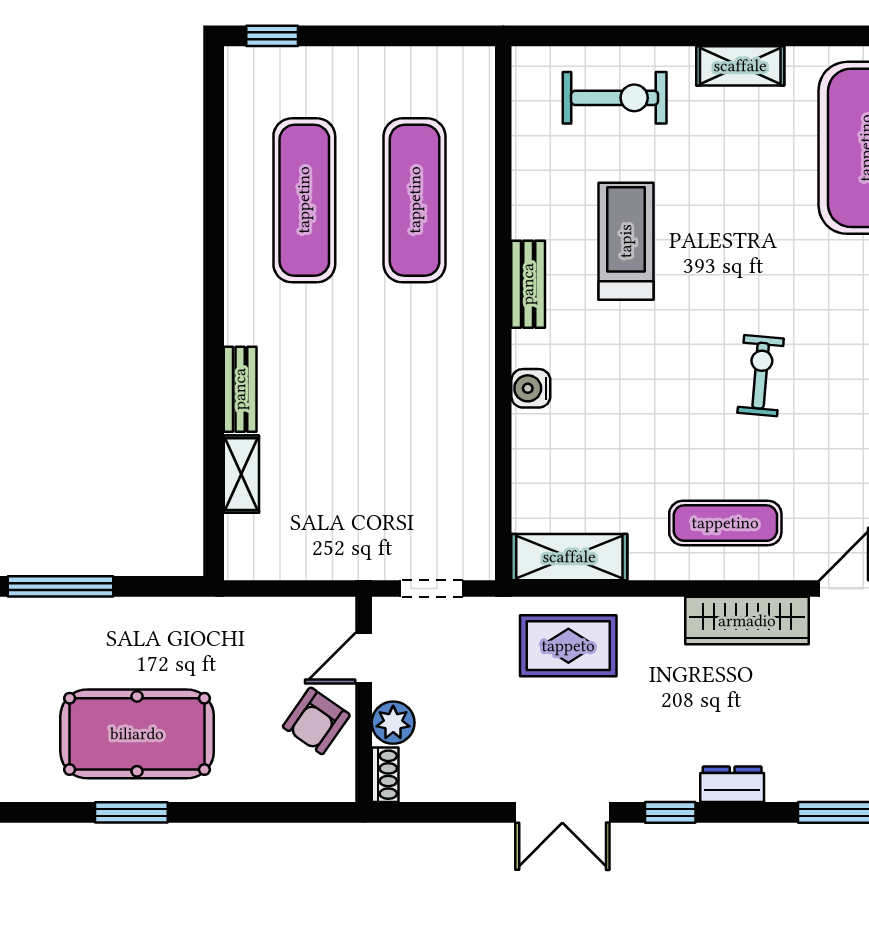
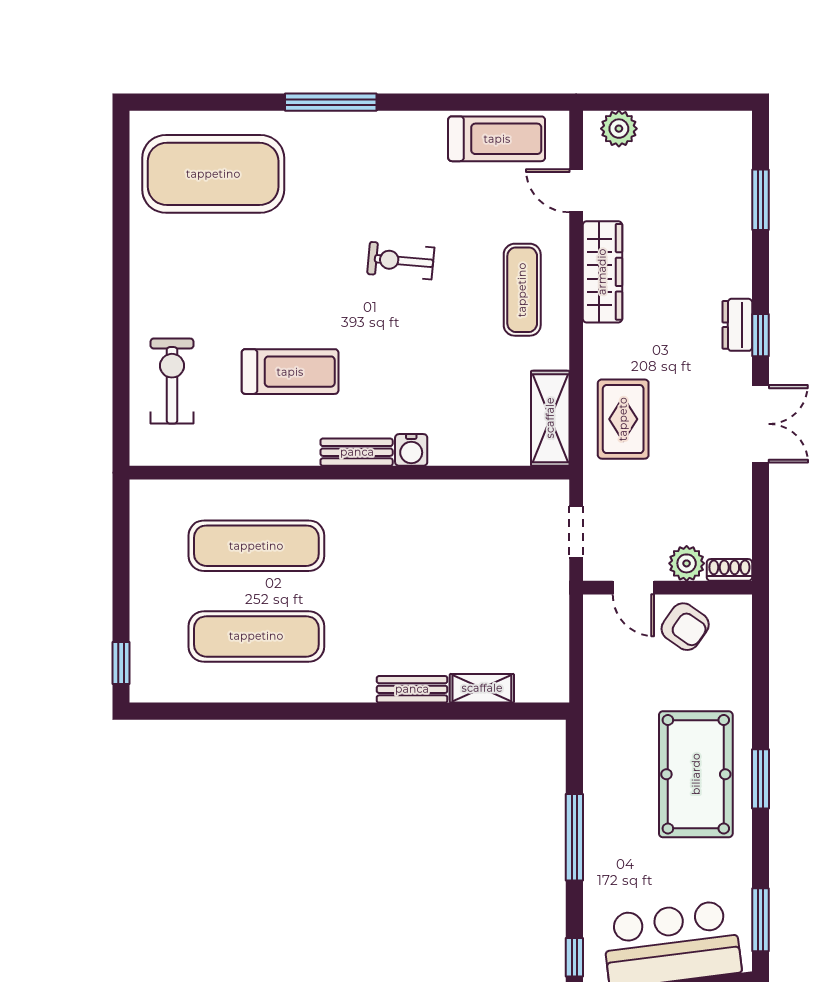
shelving: (740, 66) -> (146, 277), removed
treadmill: (626, 241) -> (290, 372), turned 180
bench: (528, 284) -> (357, 452), moved
dresser: (732, 784) -> (737, 325), moved

